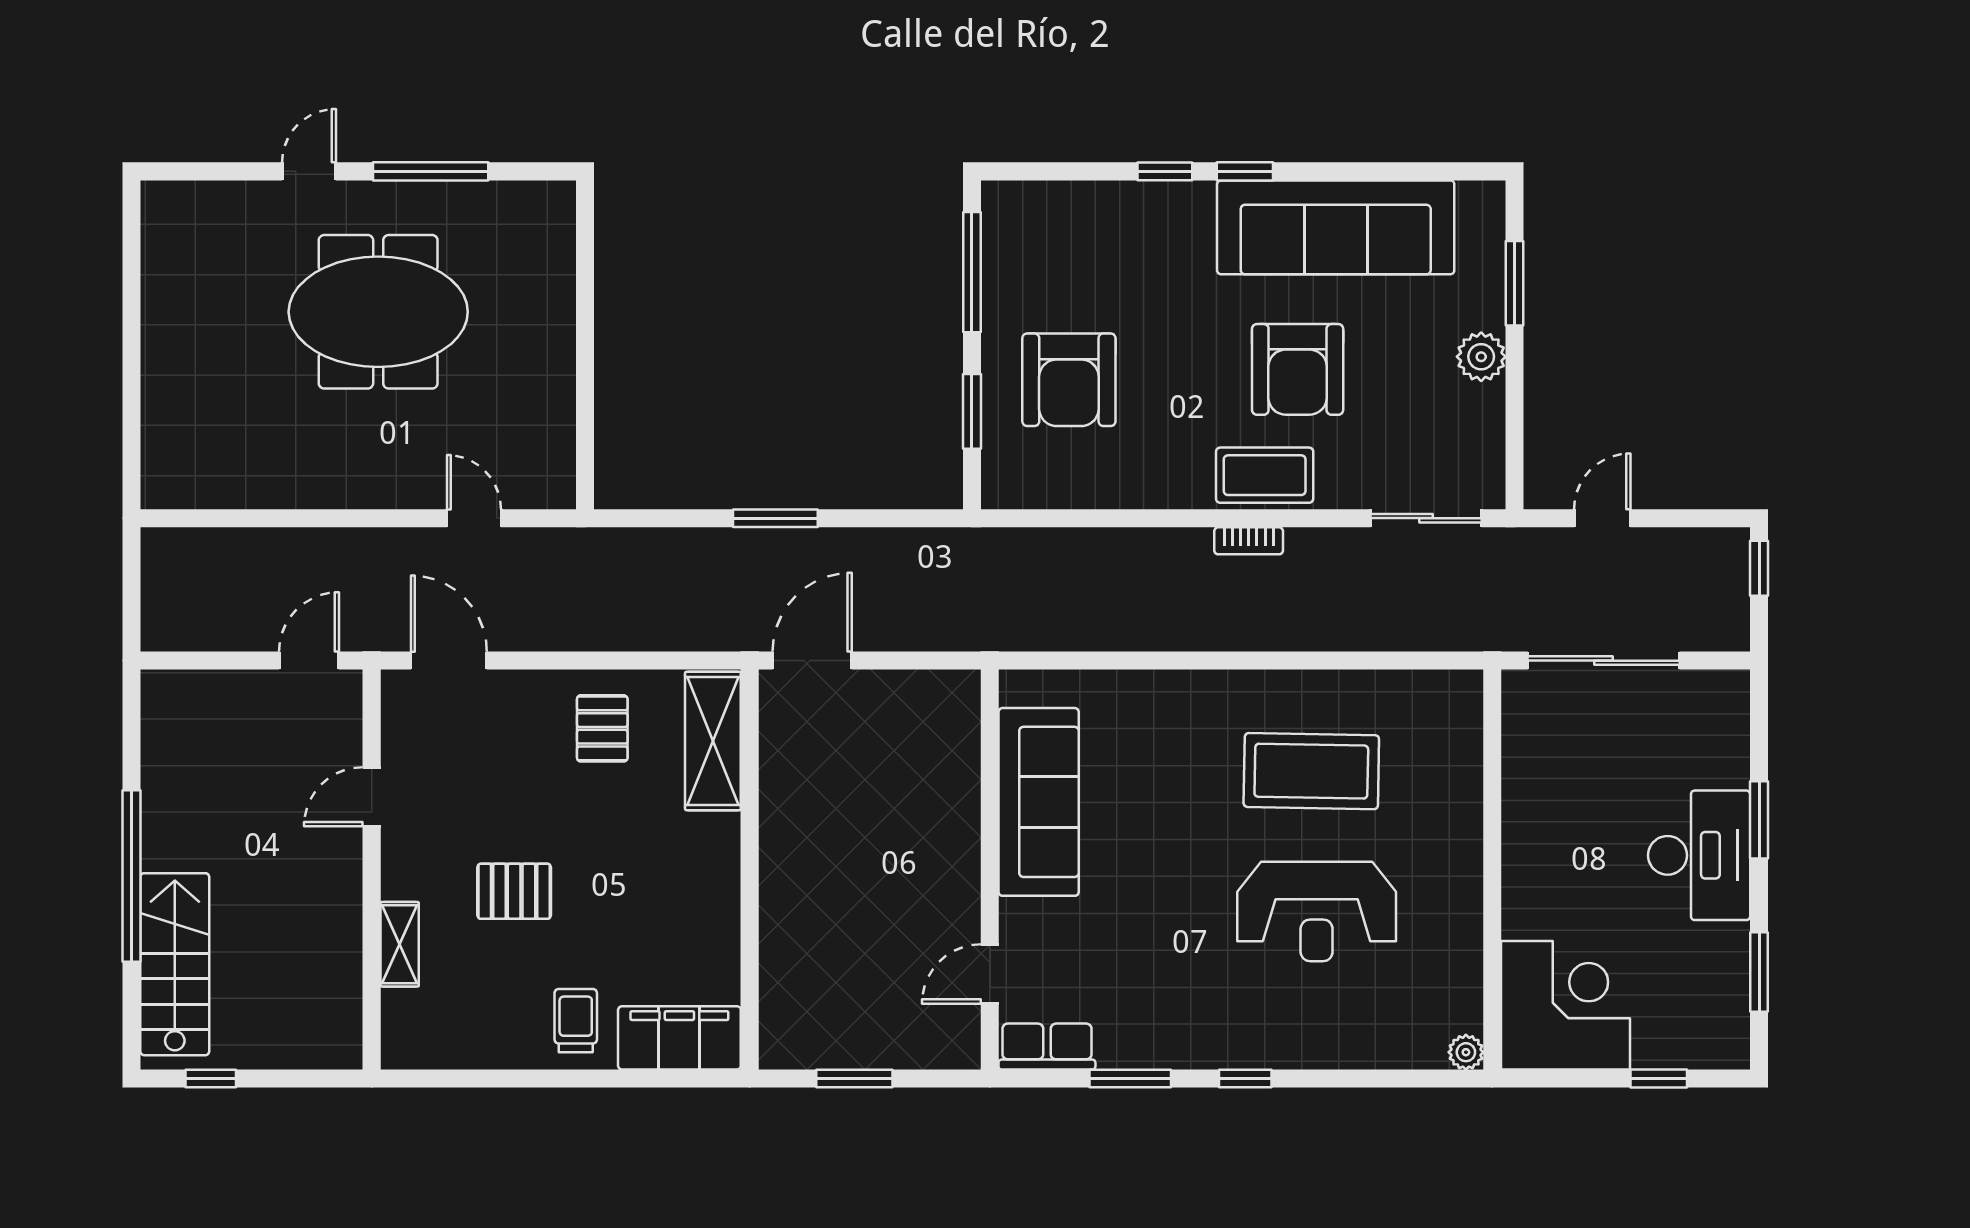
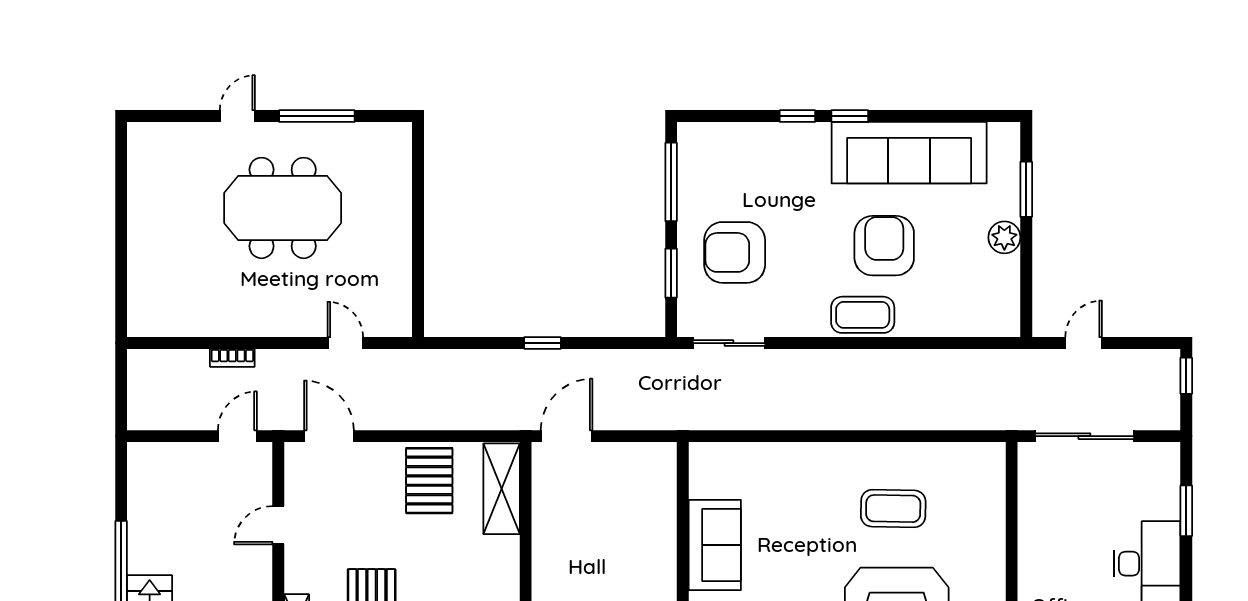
armchair: (1298, 369) -> (884, 246), turned 180
armchair: (1069, 380) -> (735, 252), turned 90
window: (775, 518) -> (543, 343), width x0.67
sliding door: (1426, 518) -> (729, 343), moved
bookcase: (1249, 541) -> (232, 358), moved
pallet: (602, 728) -> (429, 481), width x1.50, depth x1.42
coffee table: (1311, 771) -> (893, 509), width x0.73, depth x0.76
sofa: (1039, 802) -> (715, 545), width x0.73
window: (1759, 820) -> (1186, 511), moved

